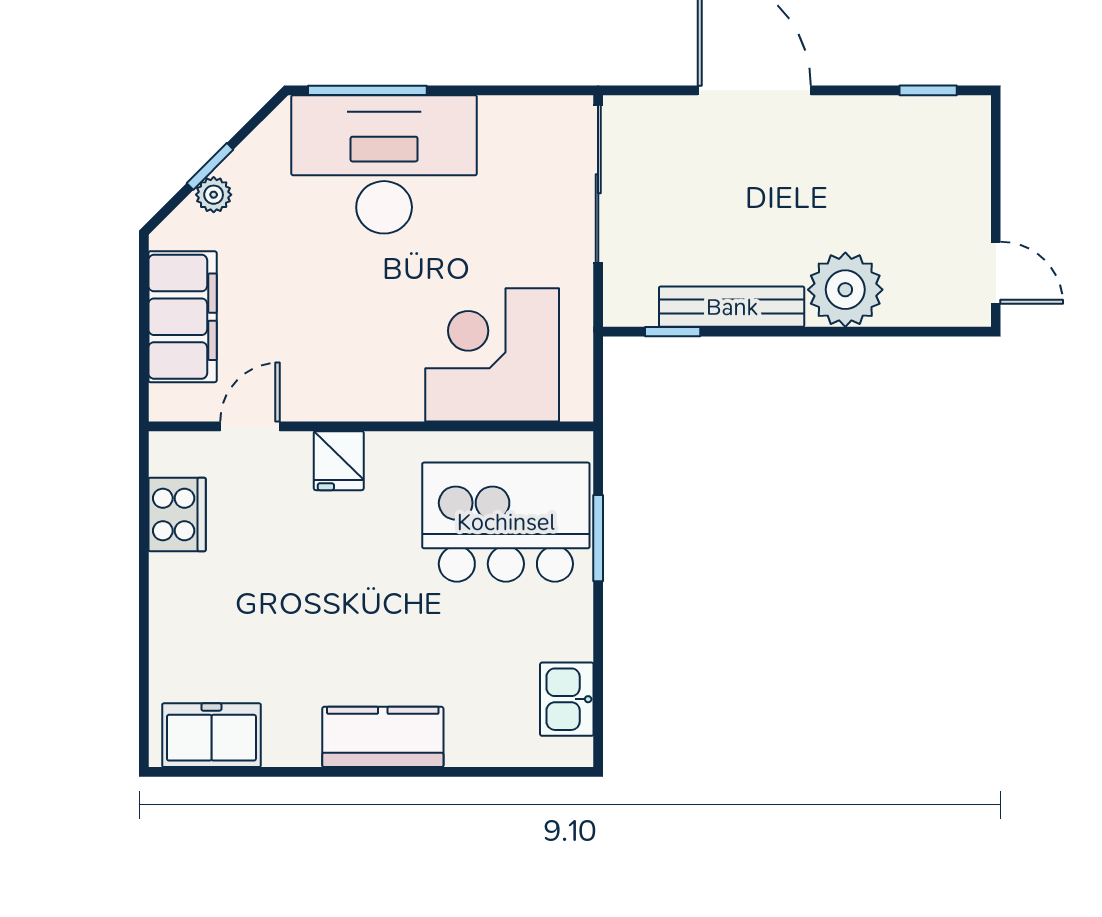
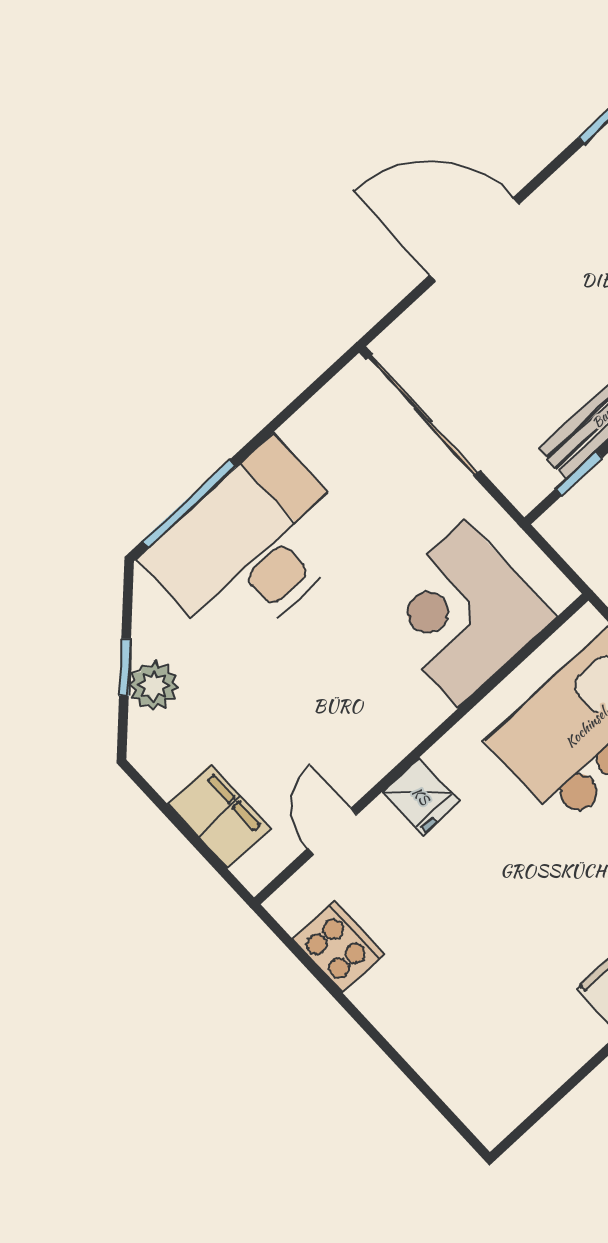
plant: (214, 195) -> (154, 686), width x1.38, depth x1.38
filing cabinet: (183, 317) -> (219, 816), width x0.67, depth x0.86
freezer: (211, 735) -> (514, 1086), removed

